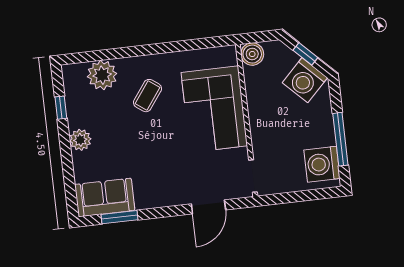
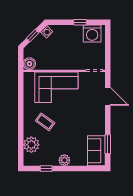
washing machine: (305, 80) -> (47, 32), width x0.53, depth x0.53
window: (340, 139) -> (80, 22), width x0.46

